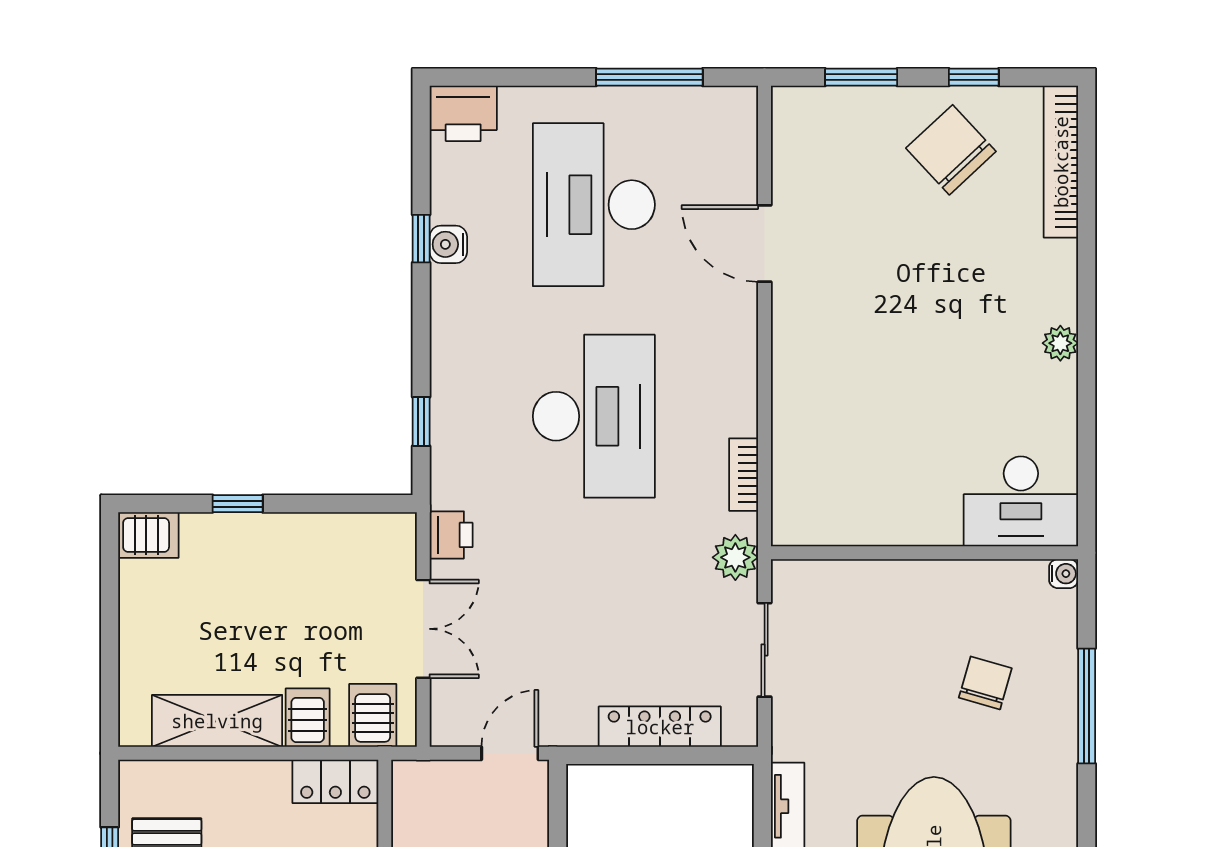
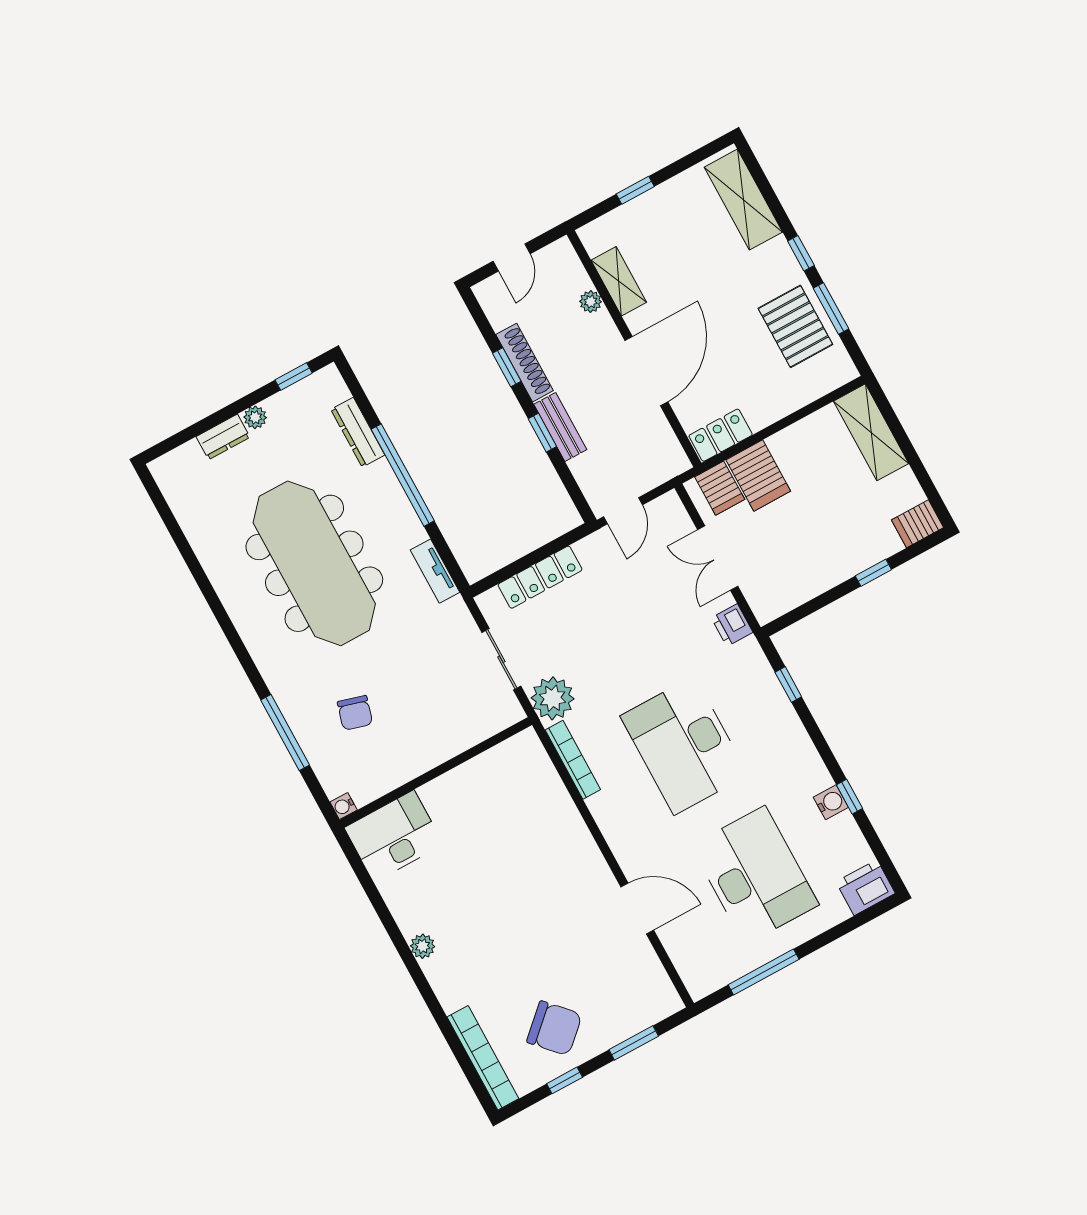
bookcase: (744, 475) -> (573, 760), width x1.56
plant: (735, 557) -> (553, 698), width x1.36, depth x1.36
server rack: (308, 718) -> (758, 476), width x1.36, depth x1.44
shelving: (217, 721) -> (871, 432), moved, turned 90

